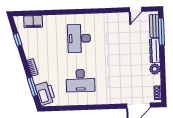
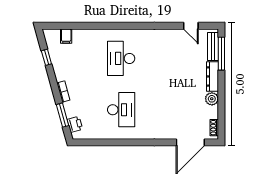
door: (135, 9) -> (191, 26), hinge flipped
filing cabinet: (33, 22) -> (66, 36), width x0.50
desk: (80, 81) -> (121, 110), turned -90
printer: (45, 93) -> (75, 124), width x0.53, depth x0.68

